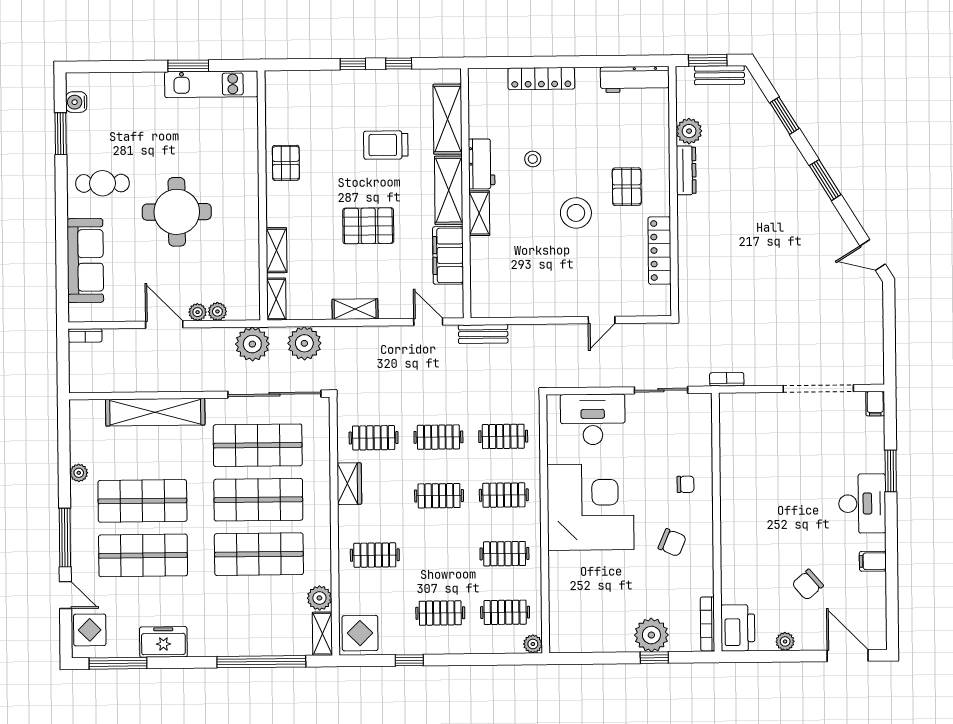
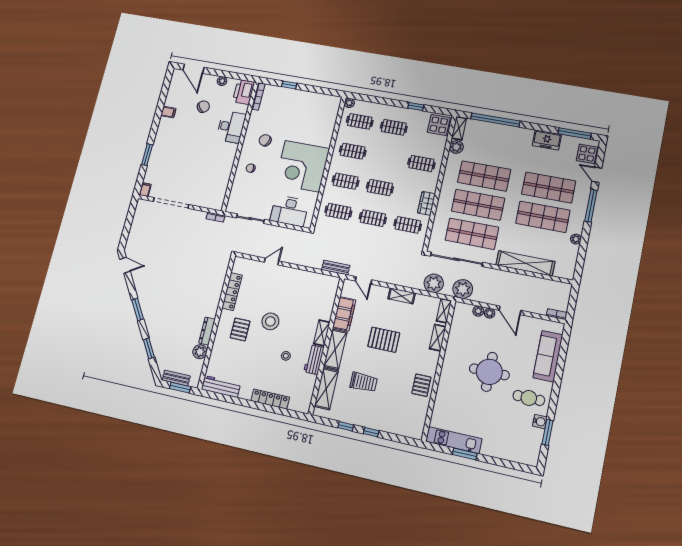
water cooler: (76, 102) -> (540, 422), moved
desk: (862, 504) -> (231, 127), moved, turned 180
plant: (651, 635) -> (288, 96), removed

